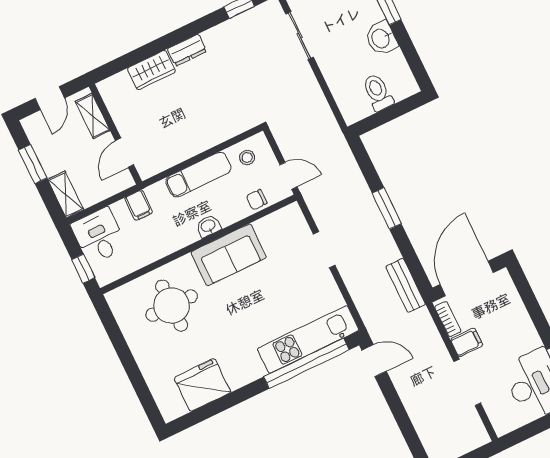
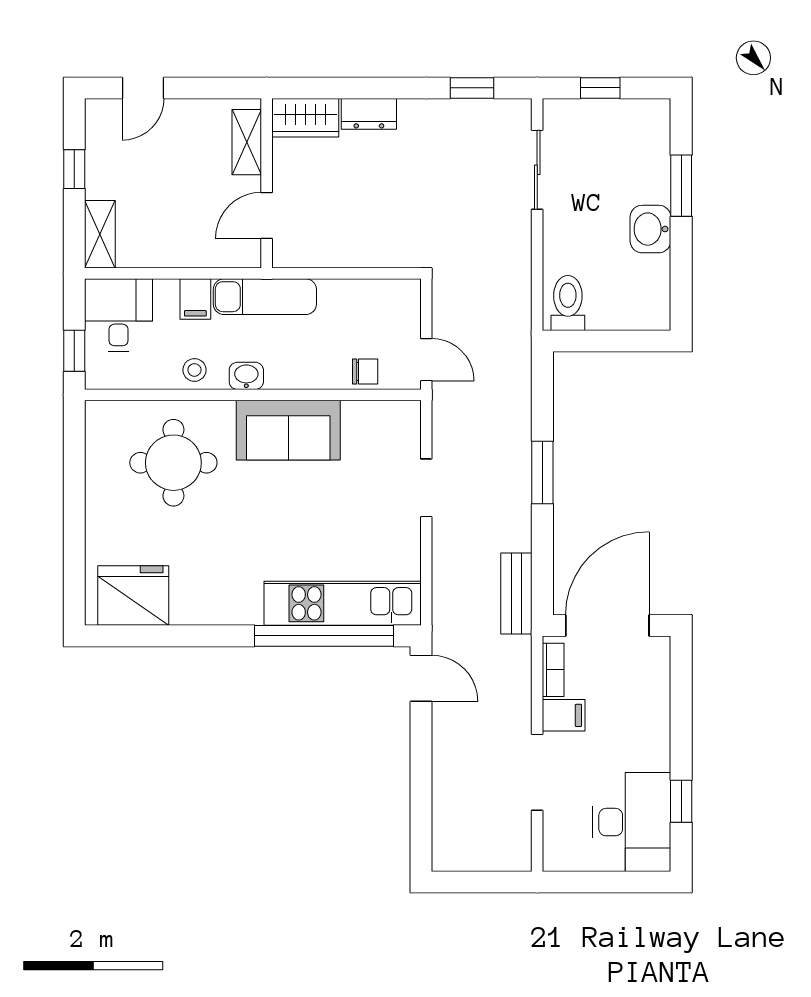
toilet: (378, 92) -> (568, 303), moved
shelving: (93, 116) -> (247, 142), moved
wall: (116, 134) -> (267, 183), moved
door: (125, 153) -> (267, 215), moved
stool: (247, 158) -> (194, 370), moved
window: (33, 164) -> (74, 169), width x0.67
exam couch: (198, 175) -> (265, 297), moved
chair: (257, 200) -> (365, 371), turned 180
washbasin: (208, 226) -> (246, 376), moved
fridge: (202, 385) -> (133, 596), moved

